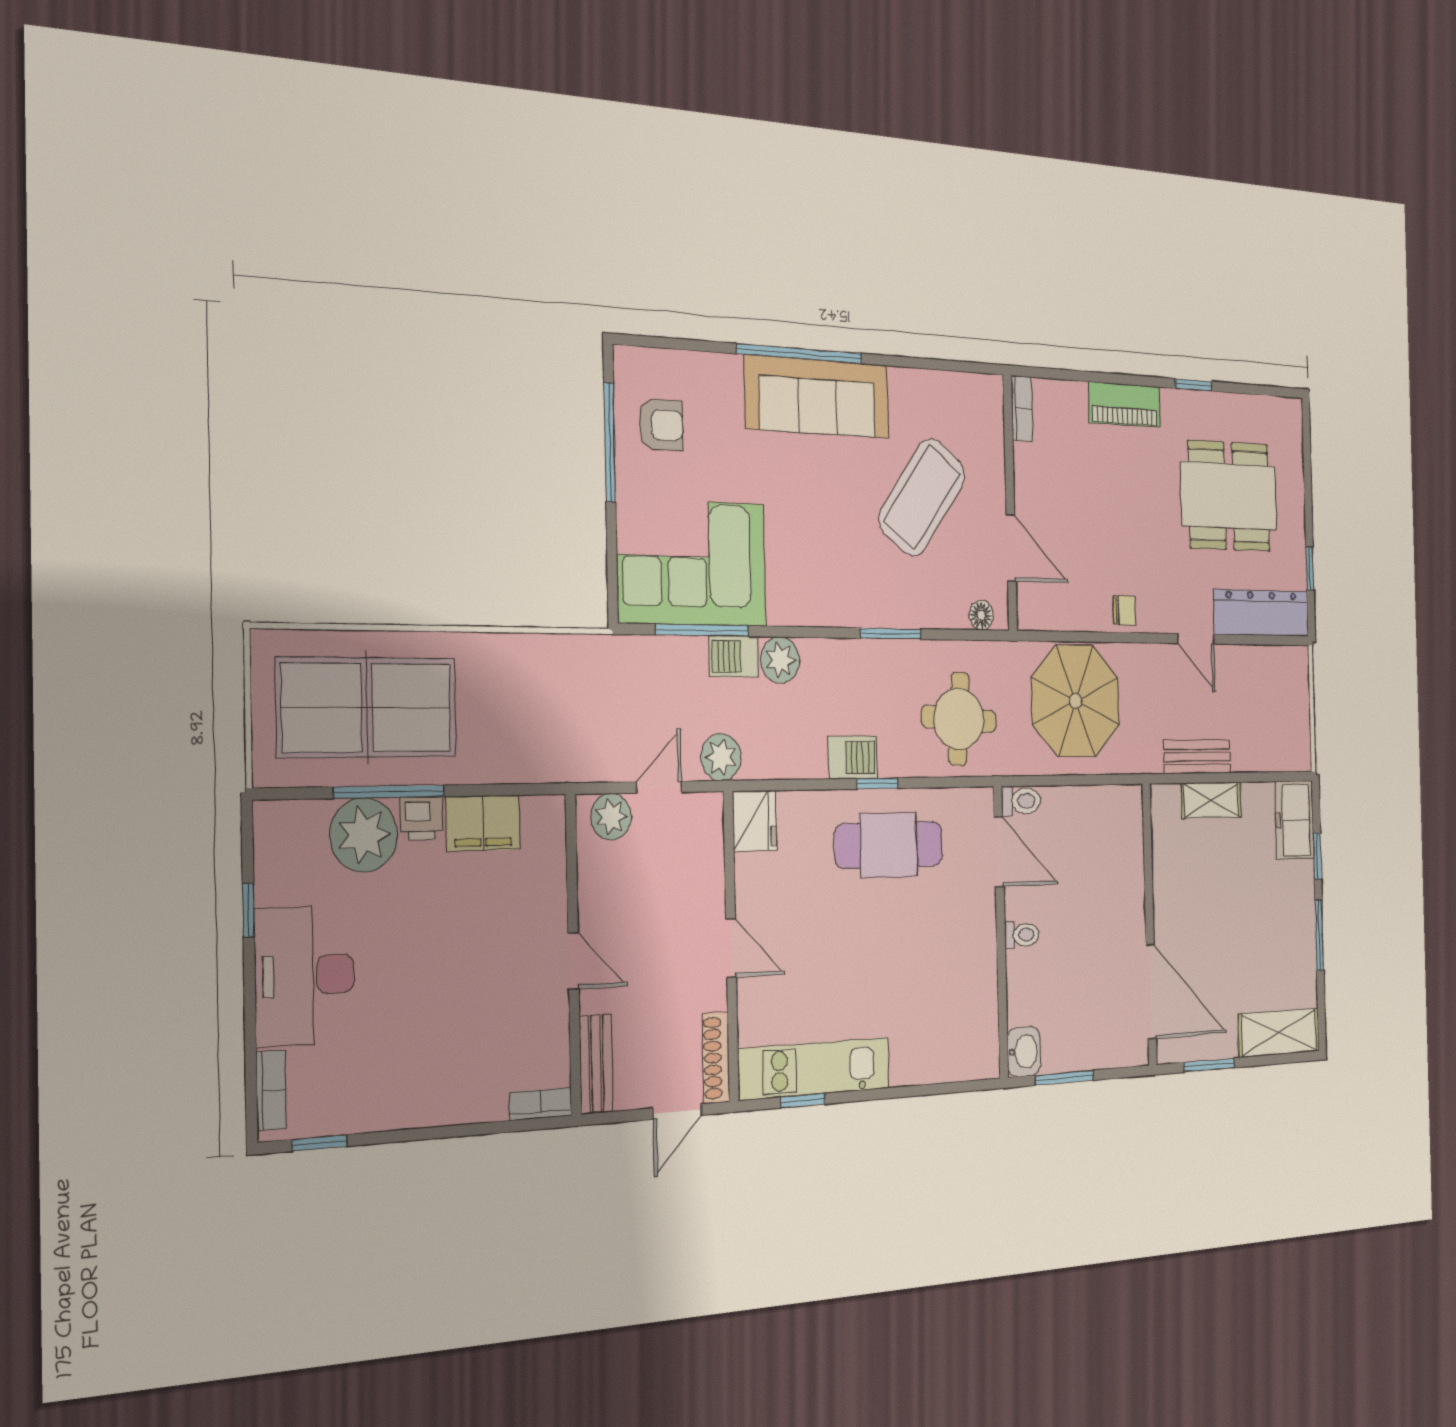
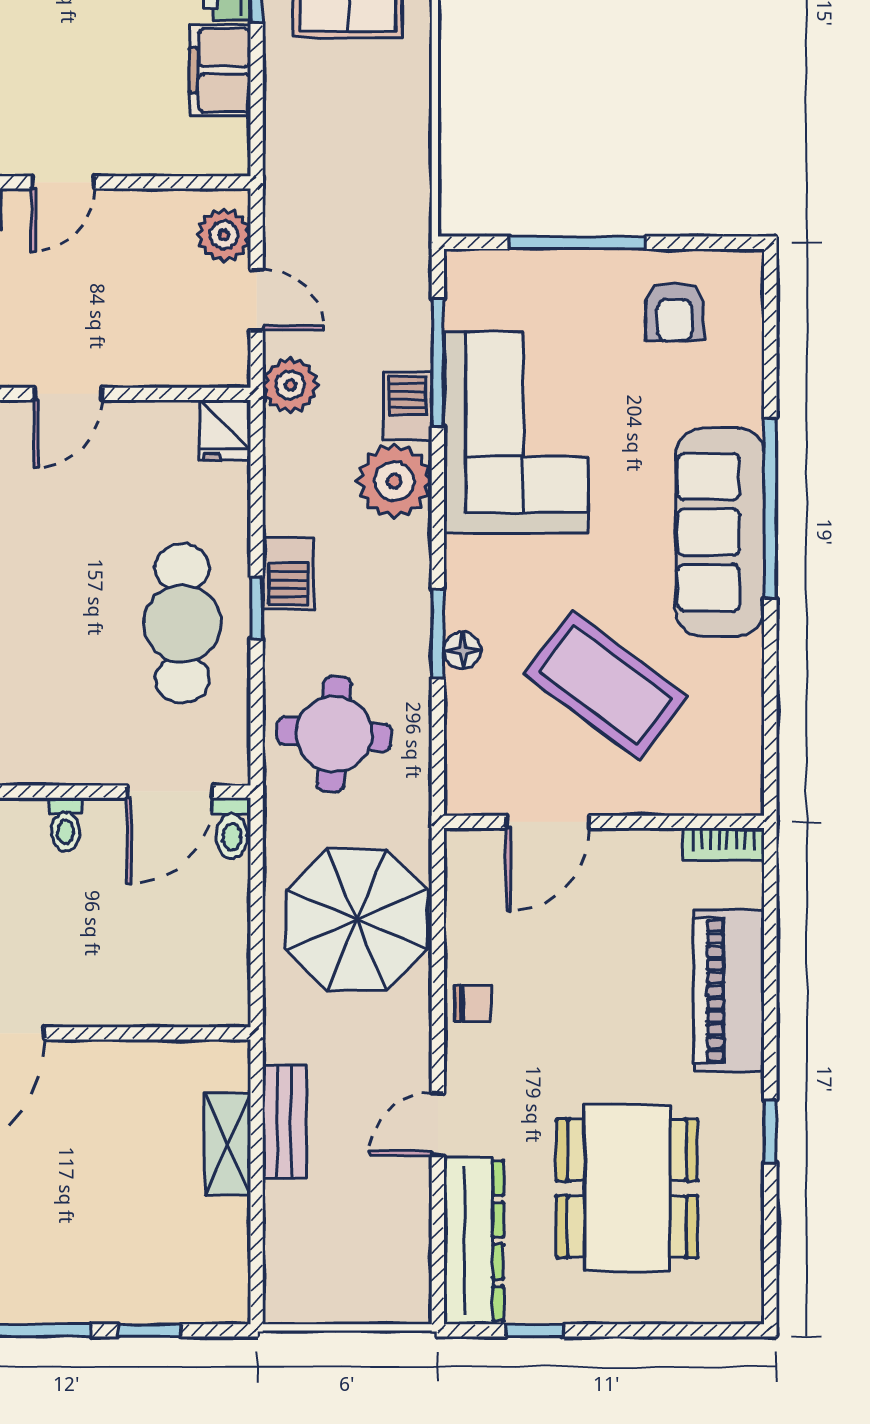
piano: (1125, 405) -> (729, 991), width x1.37, depth x1.33
window: (610, 442) -> (577, 243), moved
corner sofa: (692, 563) -> (516, 432), moved
chair: (1124, 610) -> (473, 1003), turned -90
floor lamp: (981, 615) -> (462, 650), moved
plant: (780, 660) -> (394, 481), width x1.36, depth x1.36
freezer: (1294, 820) -> (198, 1291), removed
fridge: (755, 821) -> (225, 430), width x0.72

